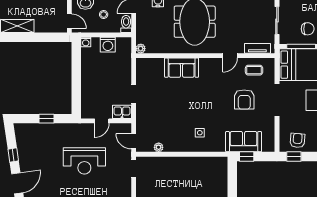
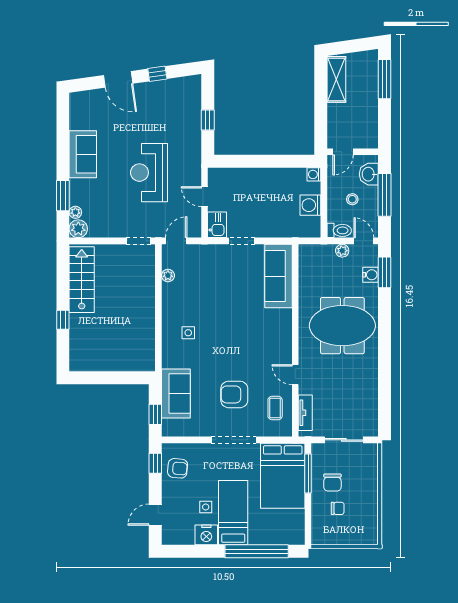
plant: (141, 49) -> (342, 251), moved
sofa: (182, 68) -> (279, 276), moved, width x1.36
window: (247, 157) -> (155, 414), moved

